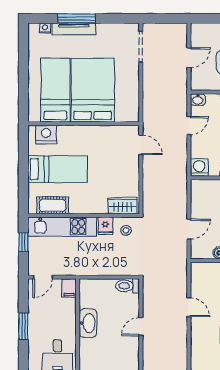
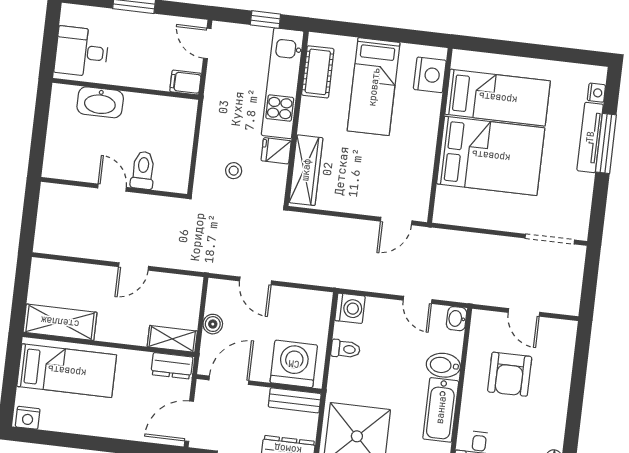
wardrobe: (123, 206) -> (306, 170), width x1.50
stool: (126, 230) -> (234, 171), moved
toilet: (127, 286) -> (143, 170), moved
washbasin: (88, 323) -> (100, 102), moved

